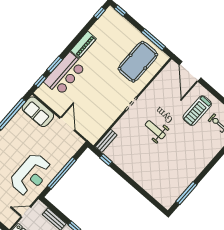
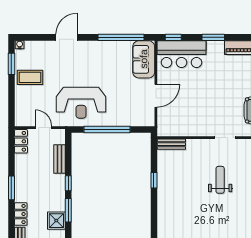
window: (55, 64) -> (213, 37), moved
bar counter: (65, 74) -> (181, 54), moved
window: (106, 160) -> (154, 180), moved

